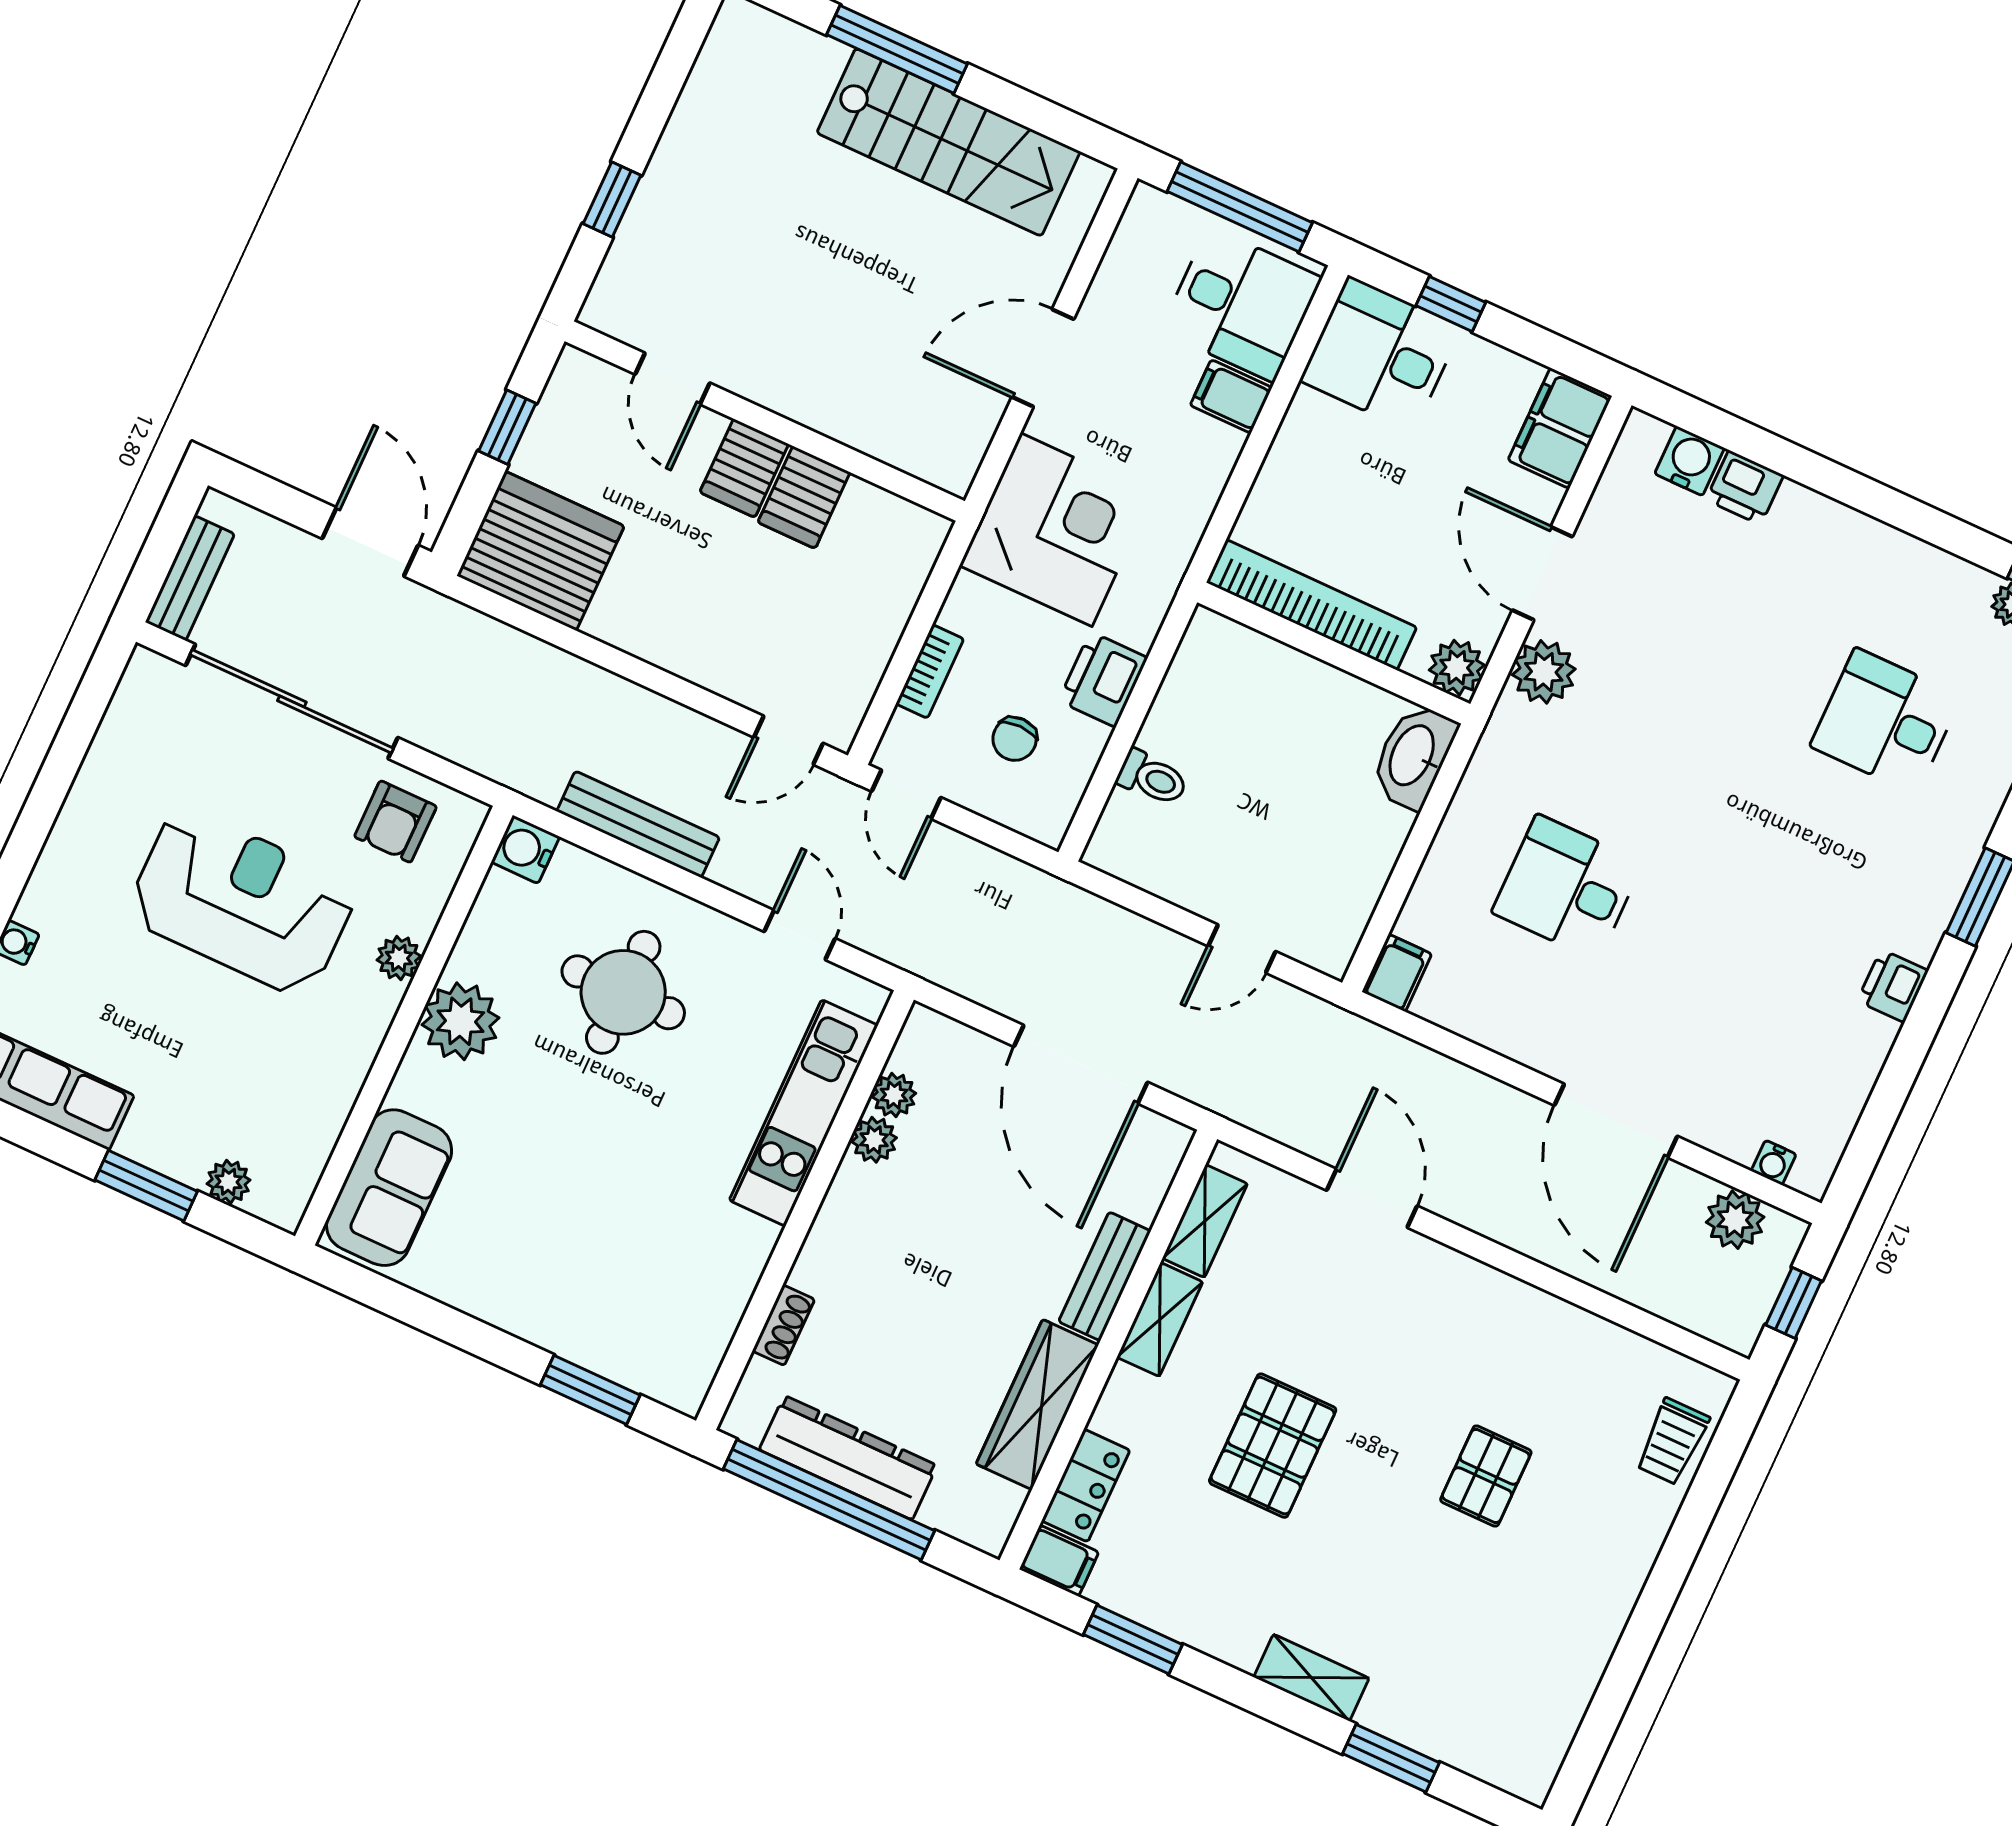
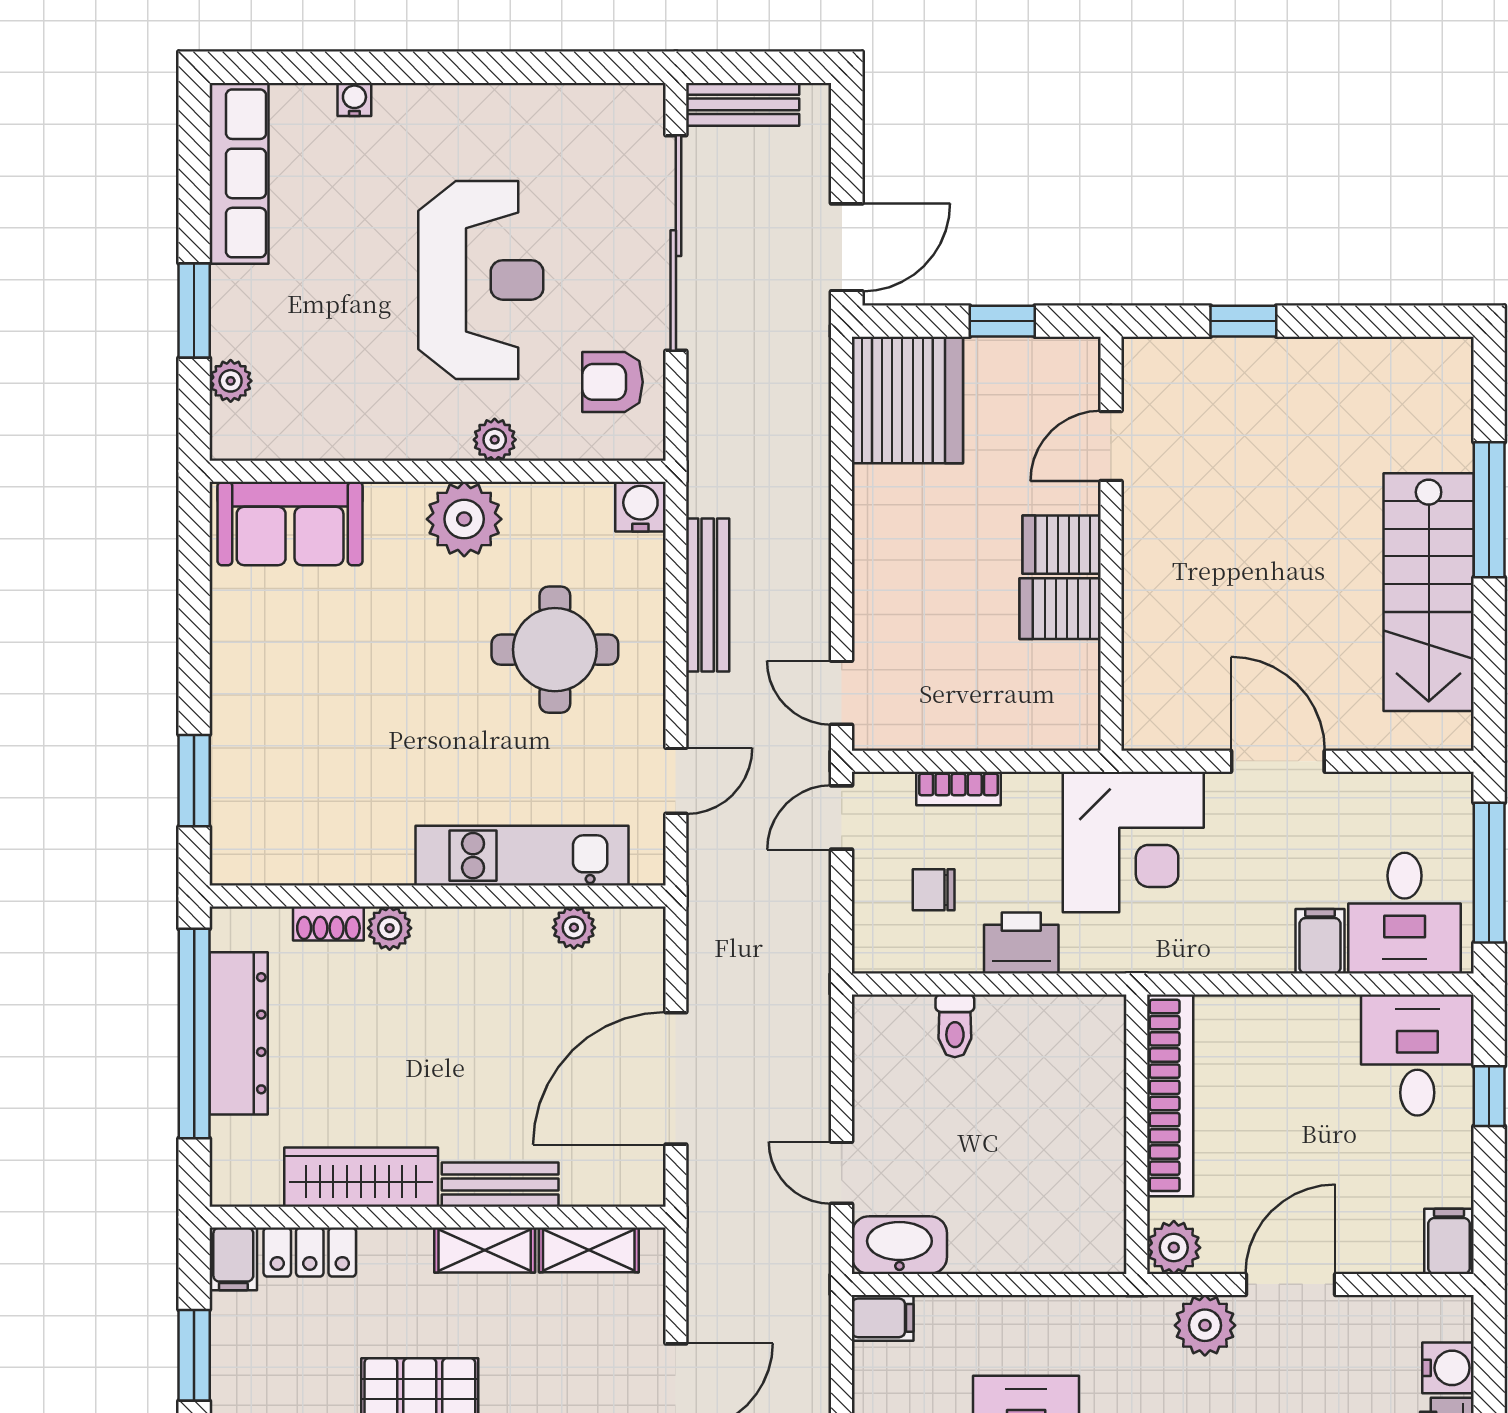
filing cabinet: (1560, 428) -> (1449, 1241), width x0.50
washbasin: (1413, 756) -> (899, 1245), moved
plant: (874, 1140) -> (390, 928), moved

